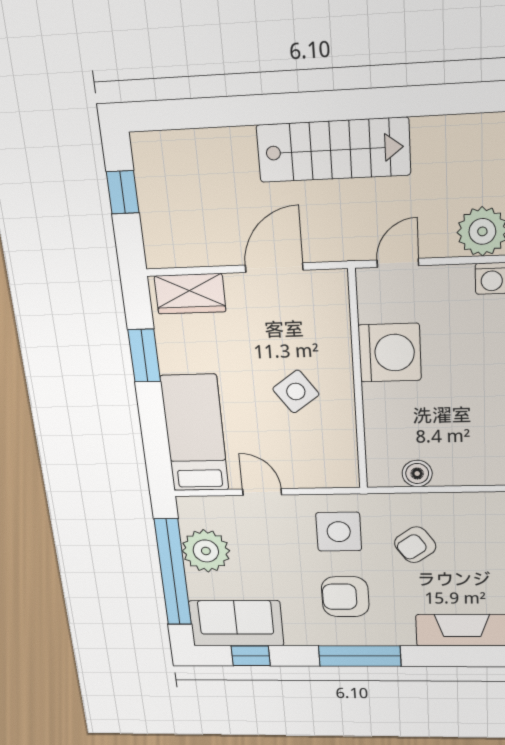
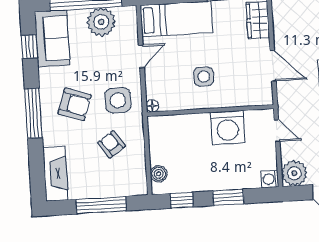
side table: (296, 392) -> (204, 77), turned 36
boiler: (417, 474) -> (159, 174), moved
floor lamp: (349, 478) -> (152, 106), added
armchair: (345, 597) -> (75, 104), turned 109

